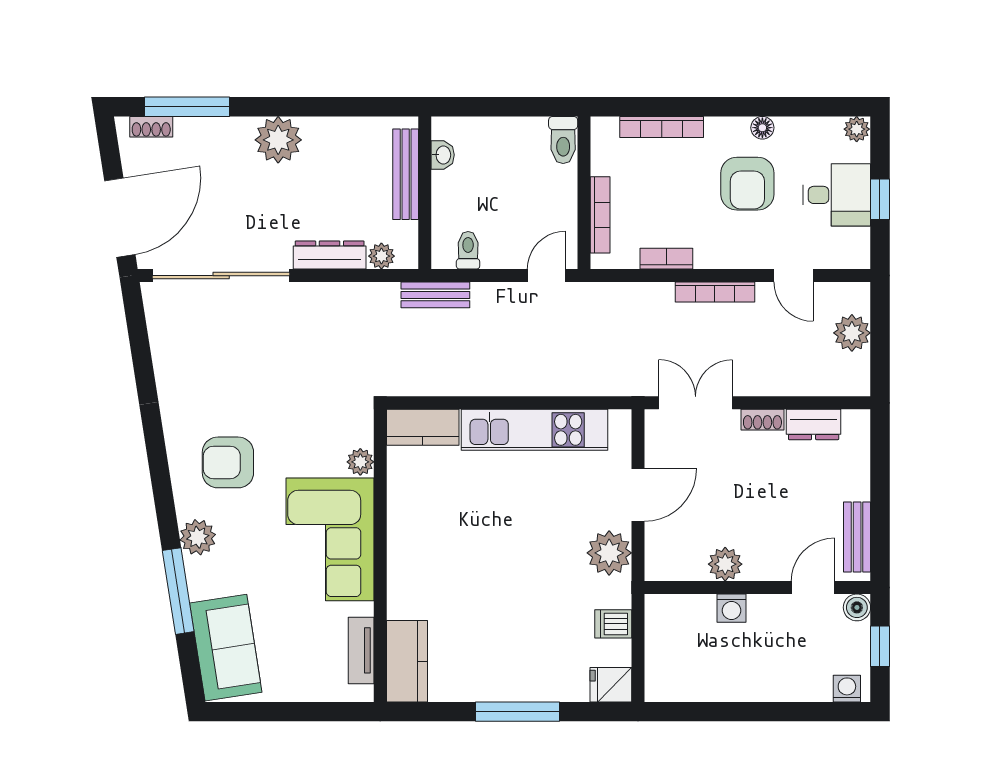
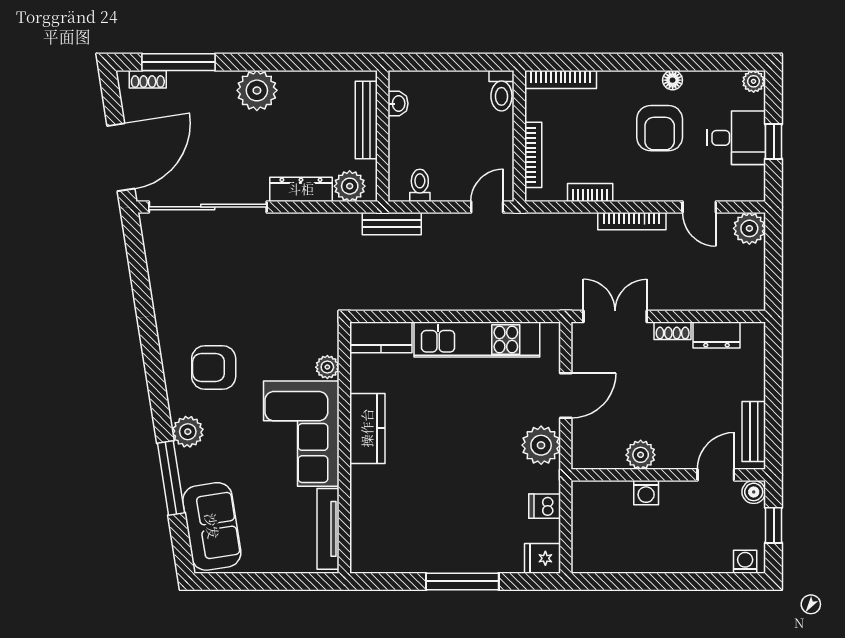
bookcase: (662, 127) -> (561, 79), moved
plant: (381, 256) -> (350, 186), width x1.38, depth x1.38
plant: (852, 333) -> (749, 228), moved
tv unit: (361, 650) -> (328, 529), width x1.41
kitchen counter: (407, 661) -> (367, 428), moved

